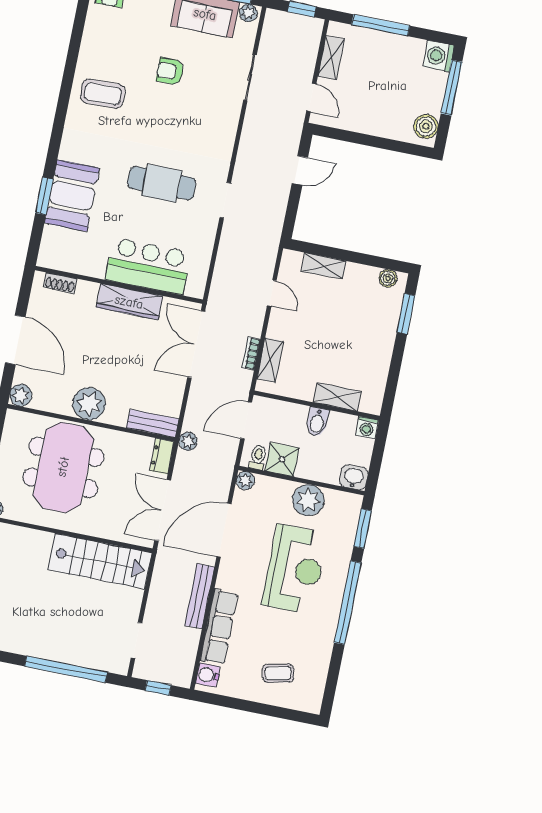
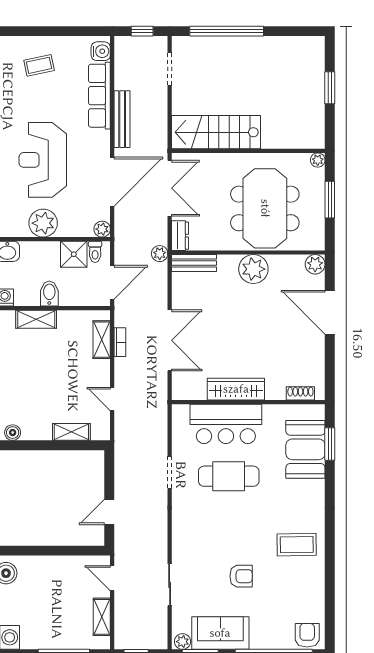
bar counter: (148, 266) -> (226, 424), moved
shoe rack: (60, 283) -> (300, 393), moved
wall: (119, 285) -> (248, 402), moved
wardrobe: (129, 302) -> (236, 389), moved

